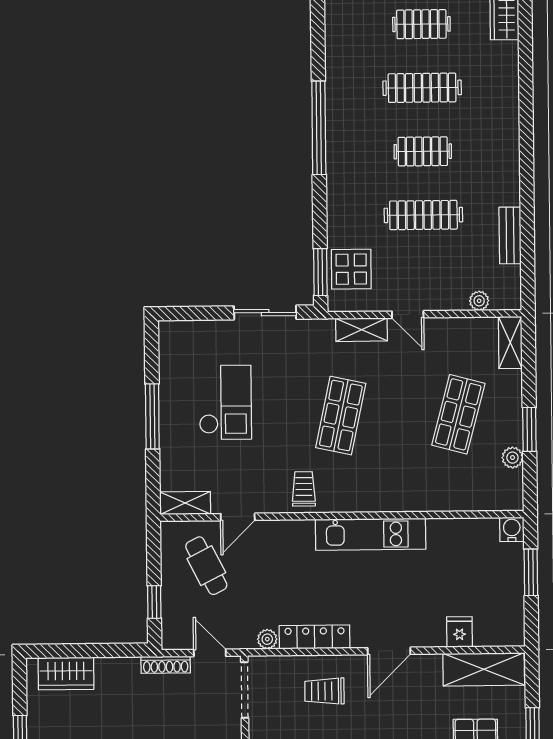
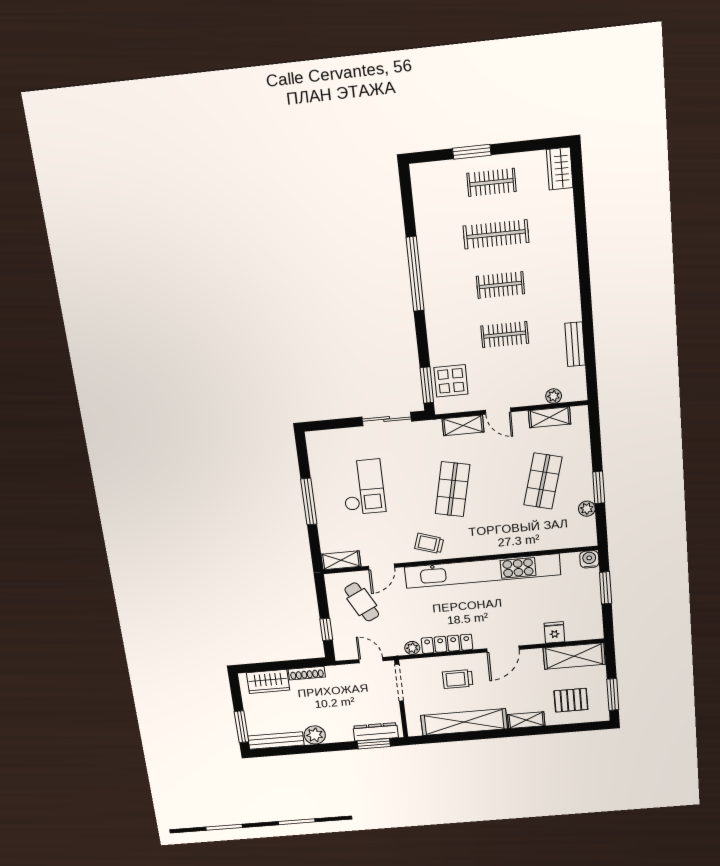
clothes rail: (423, 215) -> (505, 335), width x0.73
shelving: (510, 343) -> (550, 417), moved, turned 90
trolley: (304, 489) -> (429, 543), turned -72
kitchen unit: (371, 534) -> (482, 571), width x1.86
shoe rack: (166, 665) -> (307, 673), moved

